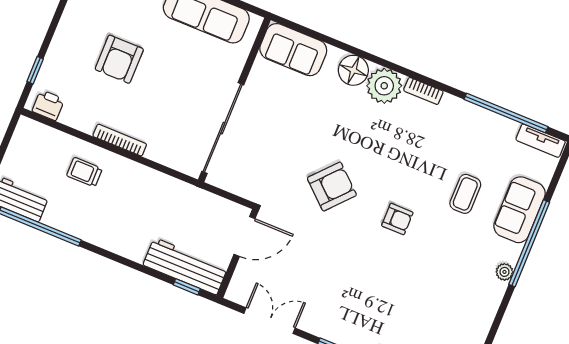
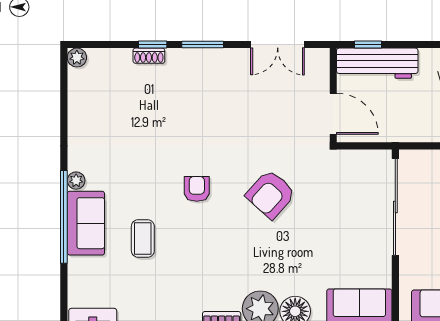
sofa: (520, 210) -> (86, 223), moved
armchair: (397, 219) -> (197, 189), turned 90
door: (245, 237) -> (333, 114), swing flipped

